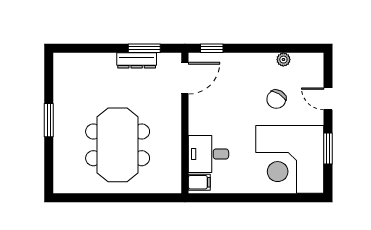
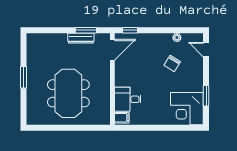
door: (328, 99) -> (206, 50), moved
corner desk: (290, 159) -> (187, 109), width x0.74, depth x0.74

